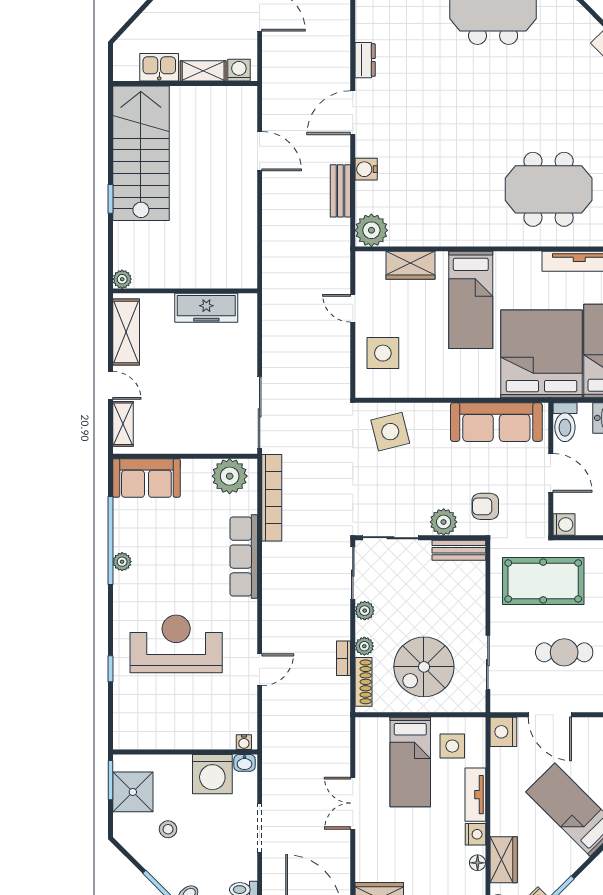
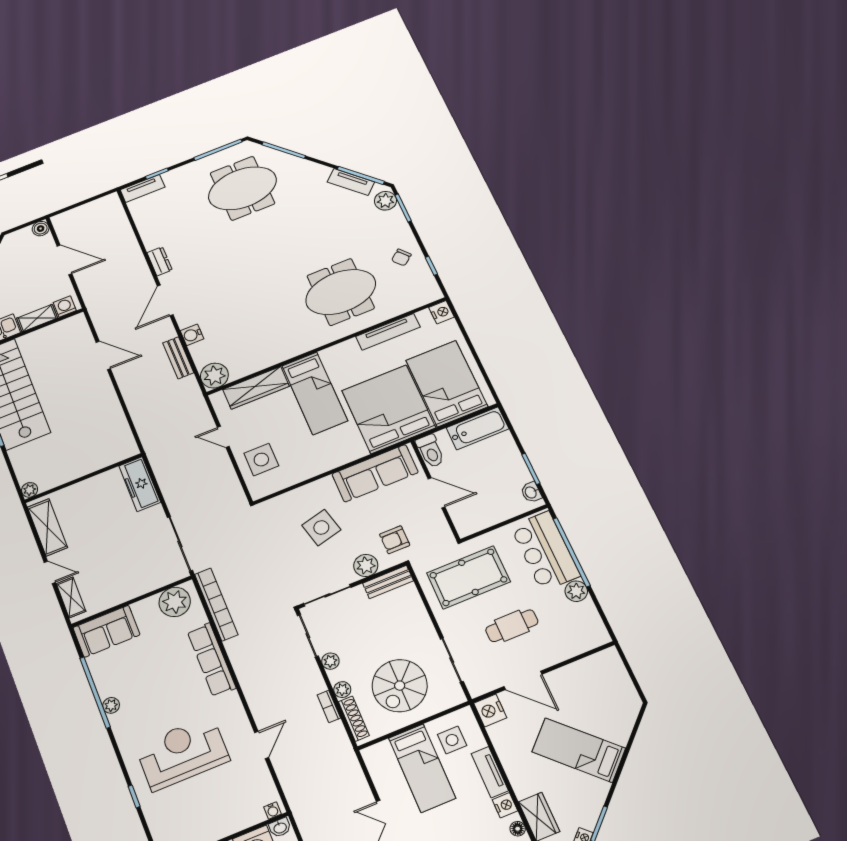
wardrobe: (410, 265) -> (256, 388), width x1.50
freezer: (206, 308) -> (140, 484), moved, turned 90
side table: (390, 432) -> (321, 527), moved
washing machine: (564, 524) -> (465, 527), removed

